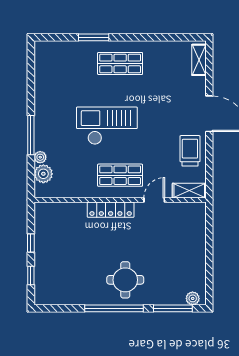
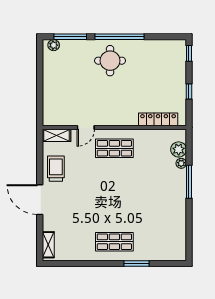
checkout: (107, 126) -> (125, 190), removed
trolley: (190, 151) -> (56, 169), turned 180
locker: (111, 210) -> (158, 119), moved
window: (31, 275) -> (189, 53), moved

